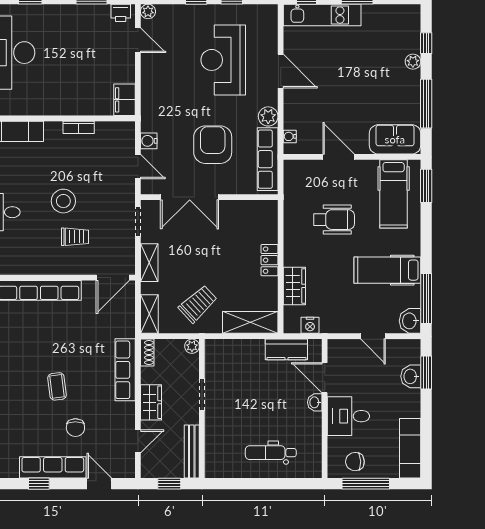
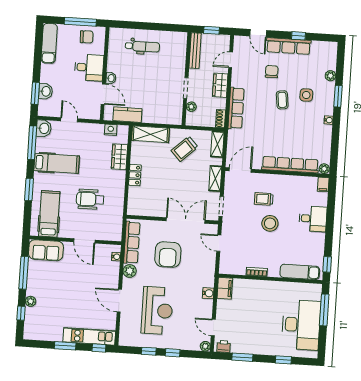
water cooler: (149, 141) -> (208, 293), moved
window: (426, 186) -> (29, 189), moved
plant: (192, 346) -> (191, 107), moved
side table: (22, 396) -> (306, 95), added

